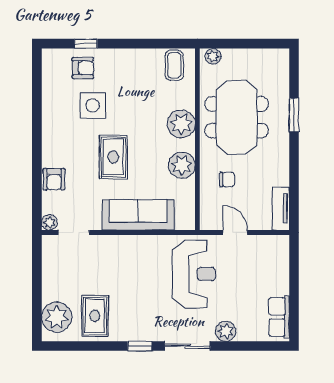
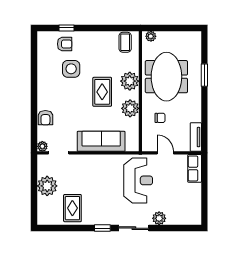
rug: (113, 157) -> (102, 92), moved
plant: (57, 317) -> (47, 186), moved
row of seats: (279, 317) -> (195, 168), moved

